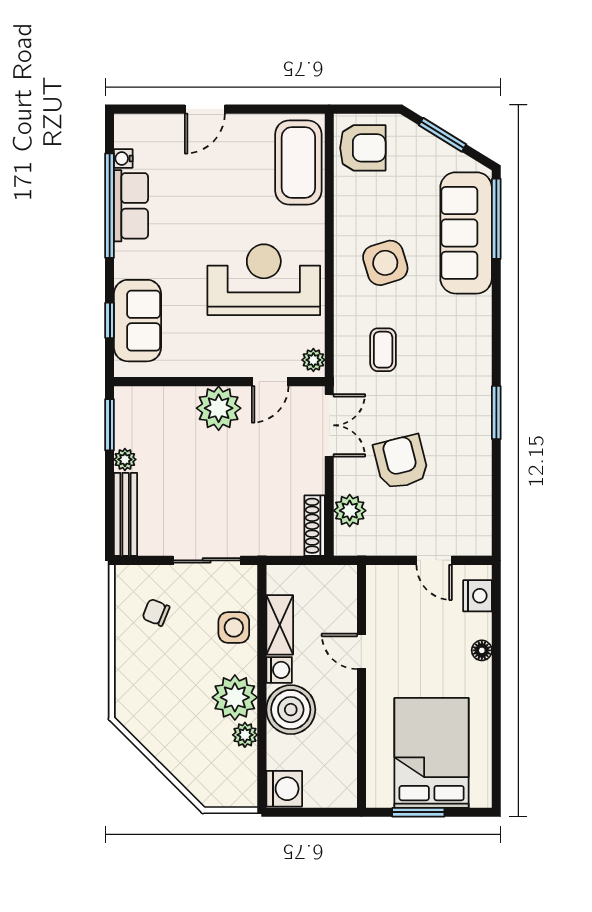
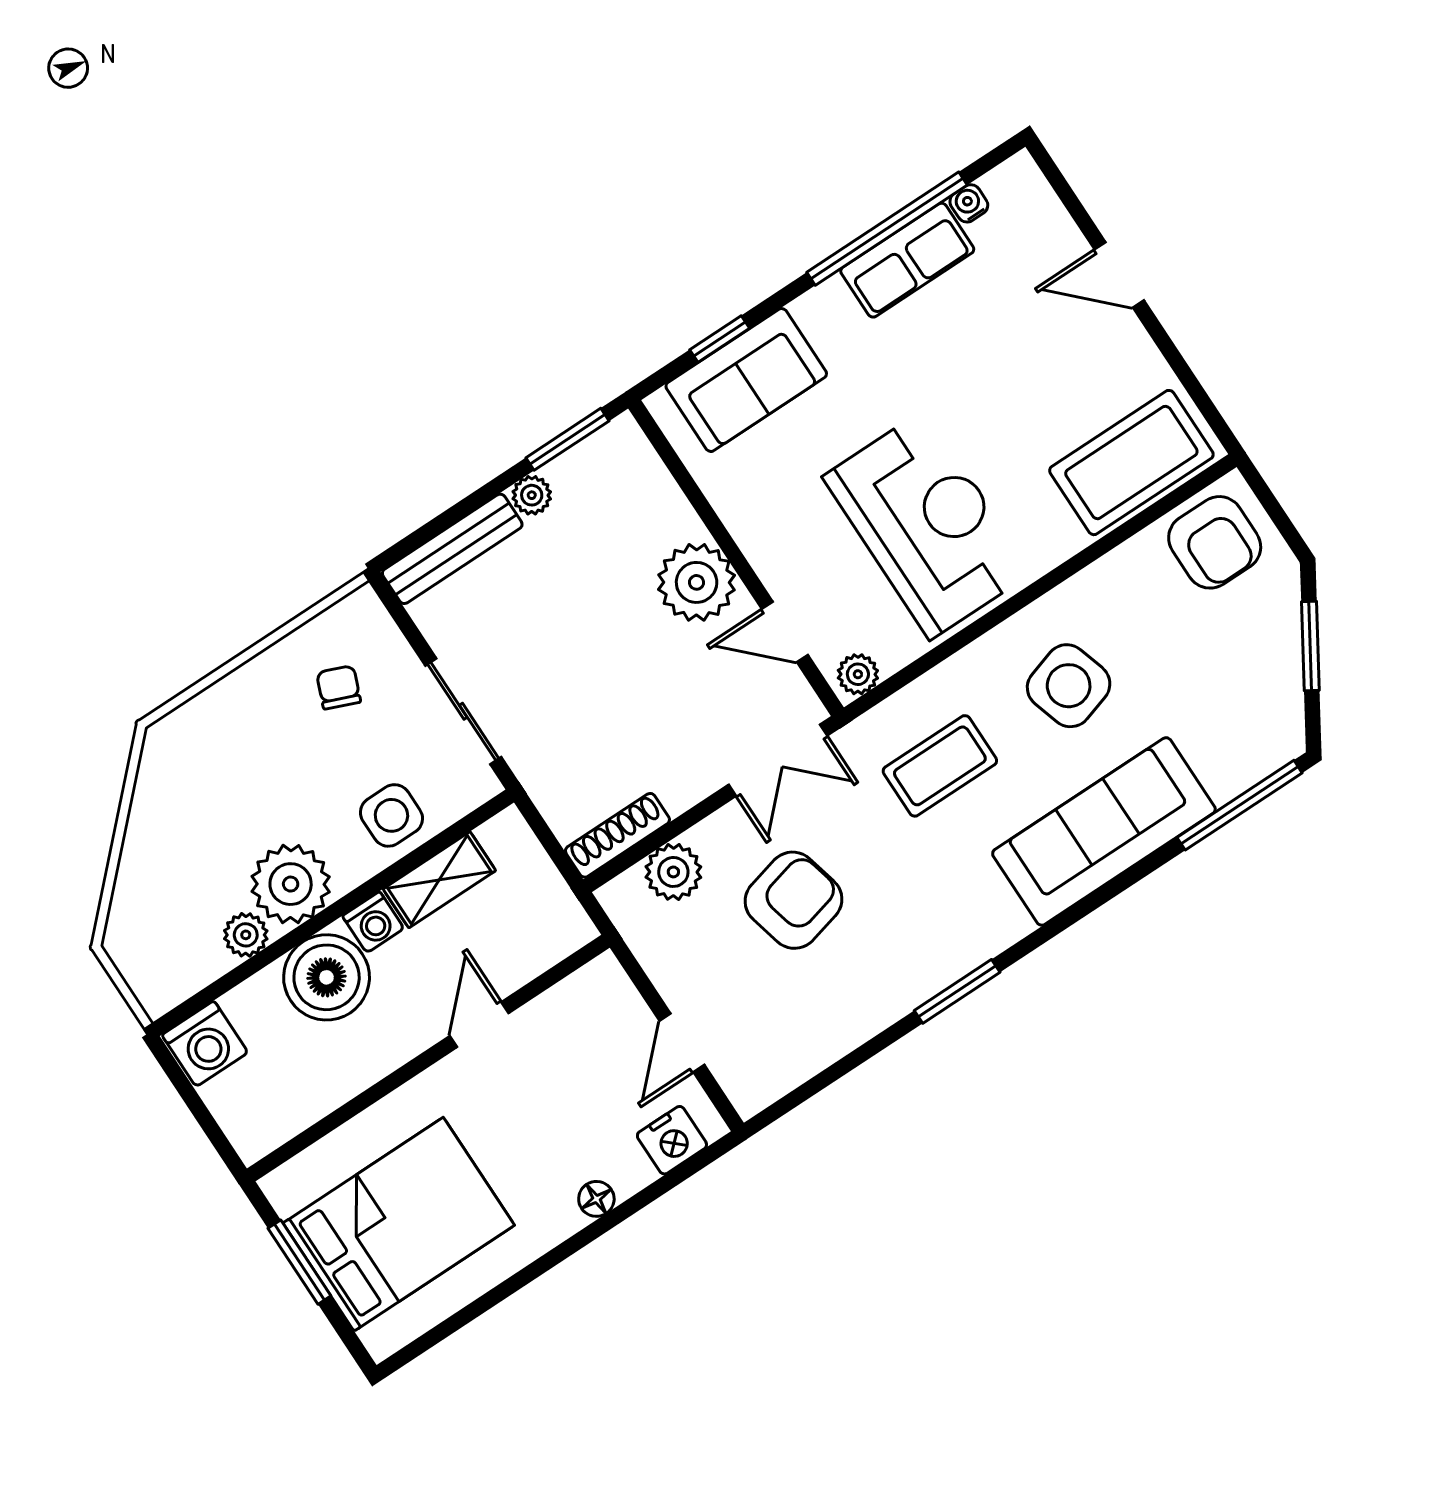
sofa: (466, 233) -> (1104, 831), moved
coffee table: (383, 350) -> (940, 766), width x1.36, depth x1.30

